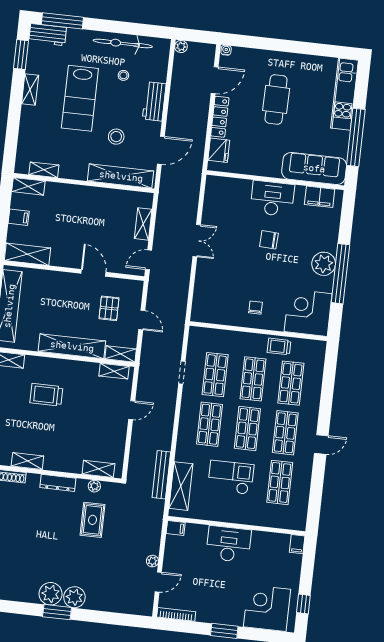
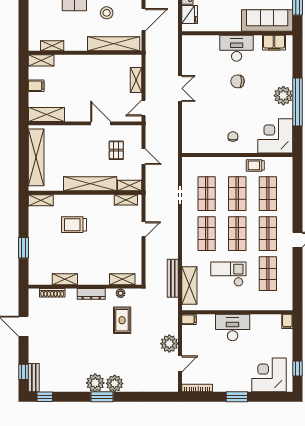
plant: (152, 561) -> (169, 344), width x1.88, depth x1.88

